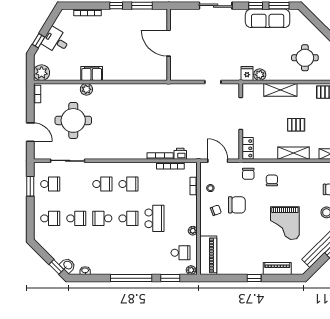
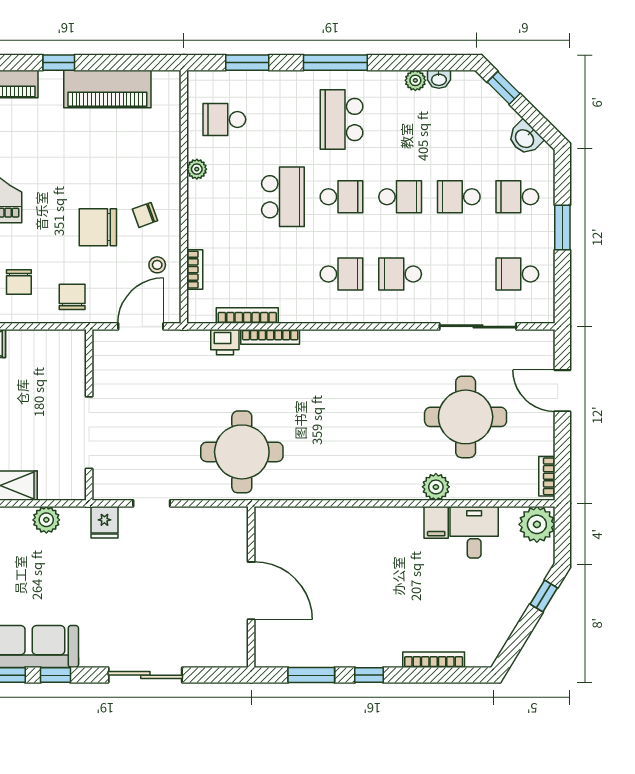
desk: (56, 41) -> (474, 532), moved, turned -121
filing cabinet: (92, 73) -> (436, 522), width x0.50
fridge: (247, 74) -> (104, 522), moved
round table: (173, 105) -> (242, 452), added
locker: (248, 148) -> (74, 354), removed
door: (218, 161) -> (141, 326), swing flipped
school desk: (128, 184) -> (342, 274), turned 180
window: (30, 186) -> (562, 228), moved
school desk: (128, 218) -> (342, 197), turned 180
school desk: (154, 218) -> (283, 197), turned 180
school desk: (128, 253) -> (342, 120), added
piano: (208, 255) -> (107, 89), moved, turned -90
washbasin: (68, 265) -> (525, 138), moved
plant: (191, 270) -> (415, 80), moved
window: (131, 278) -> (335, 63), width x0.68

